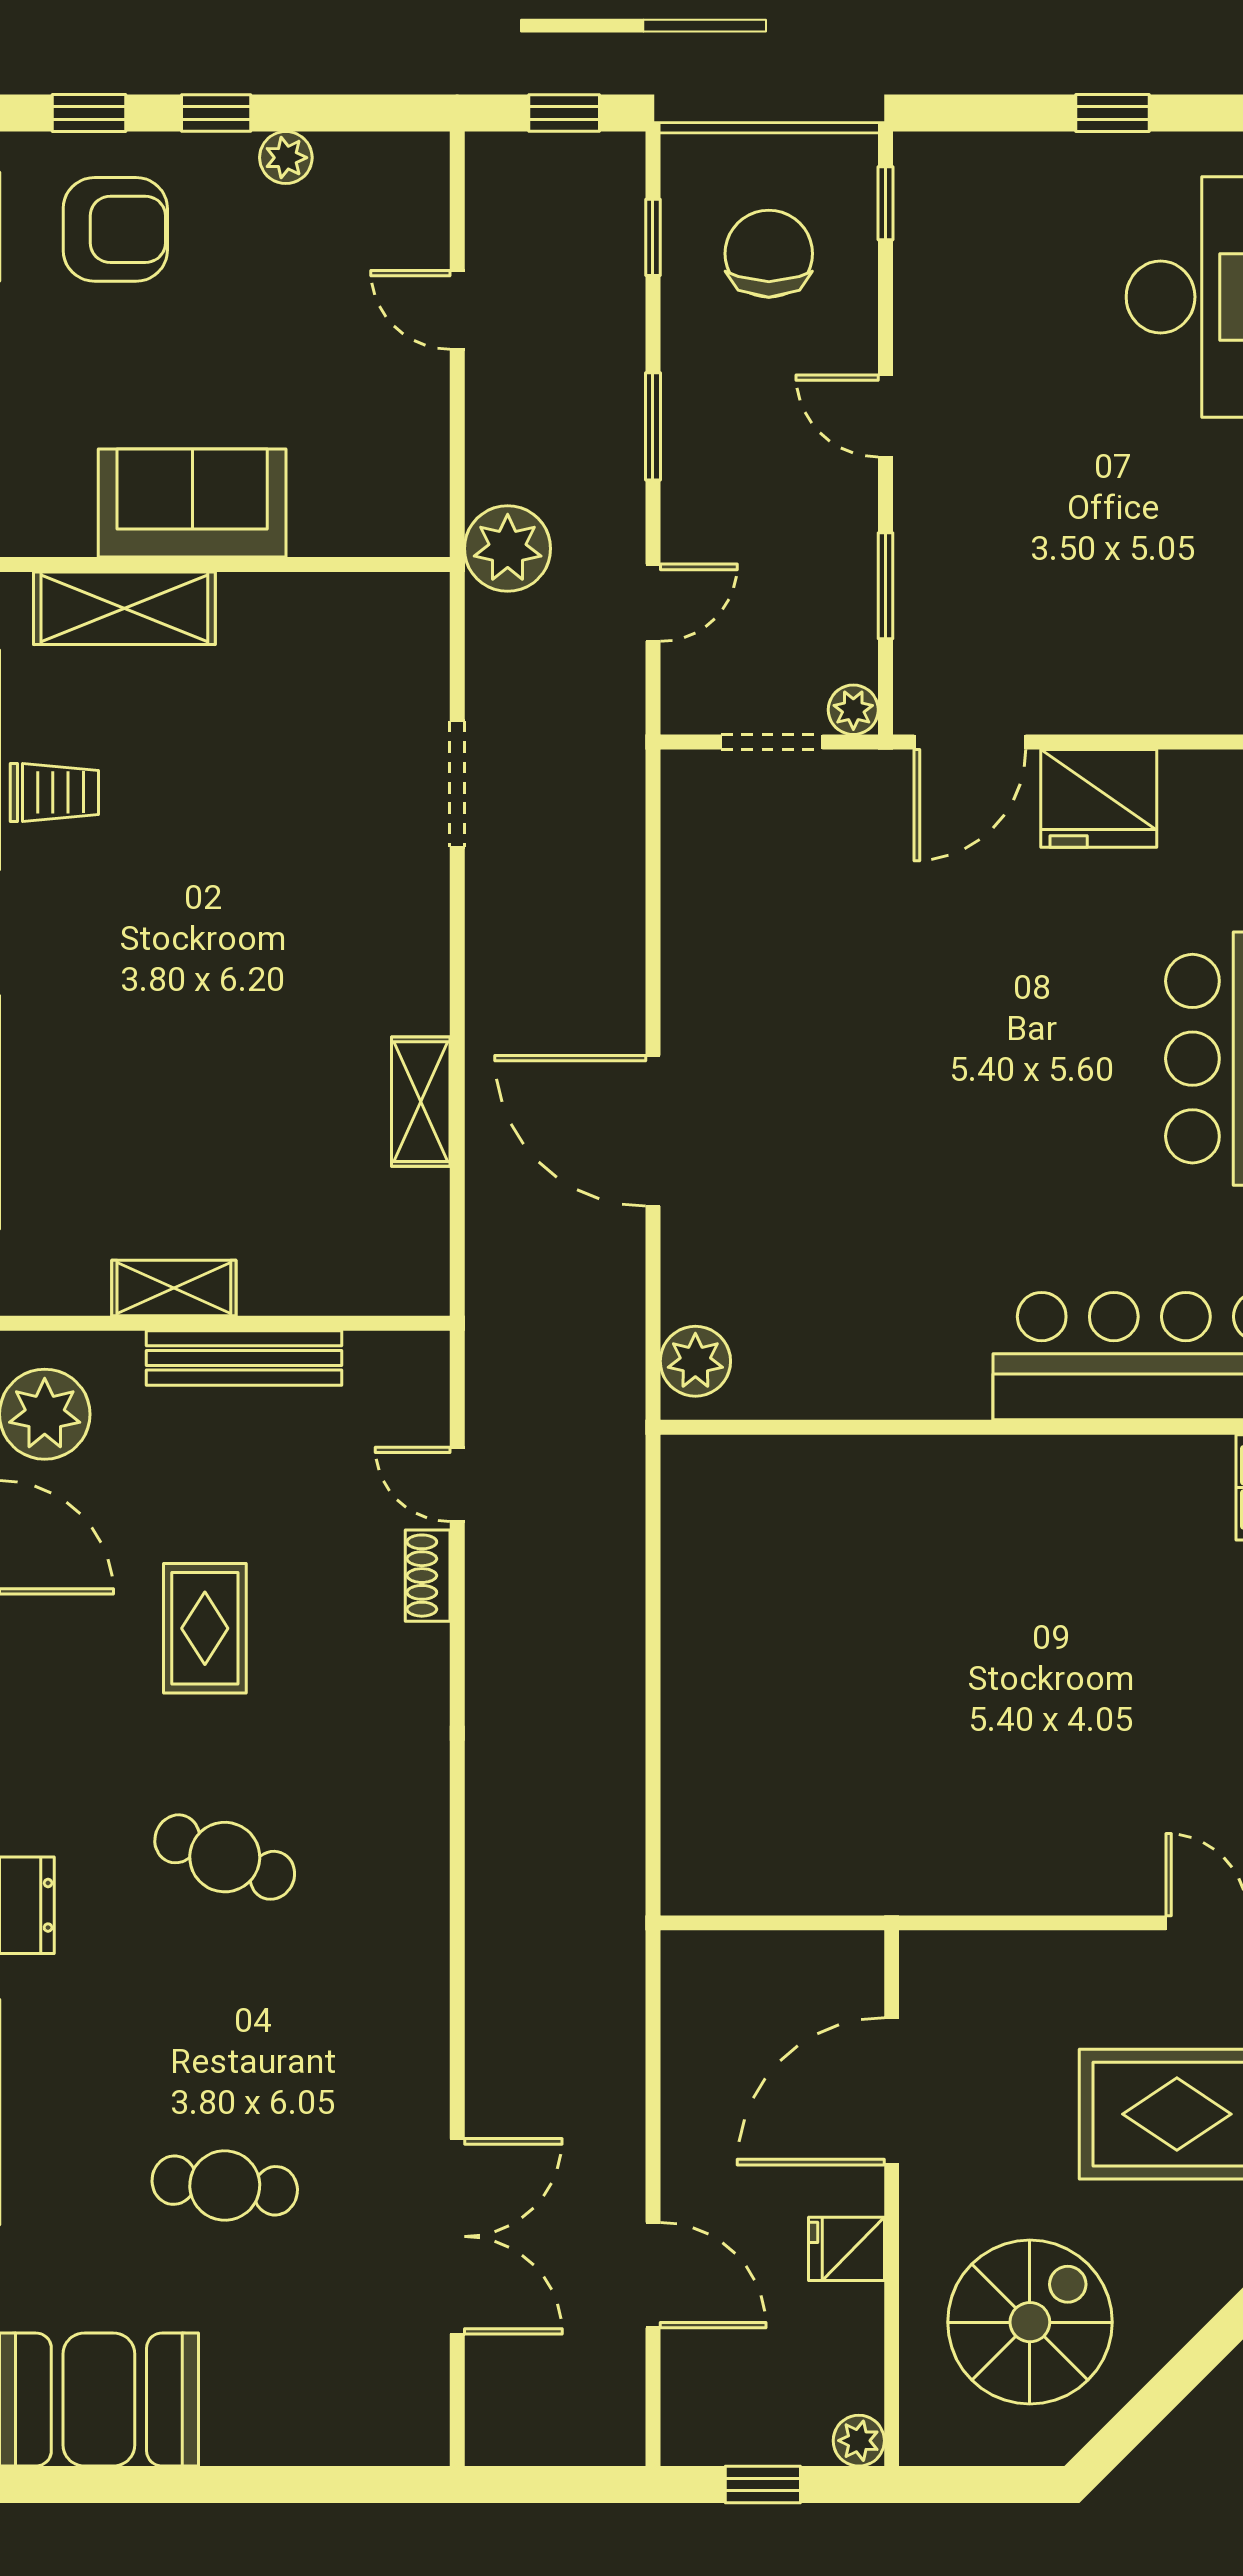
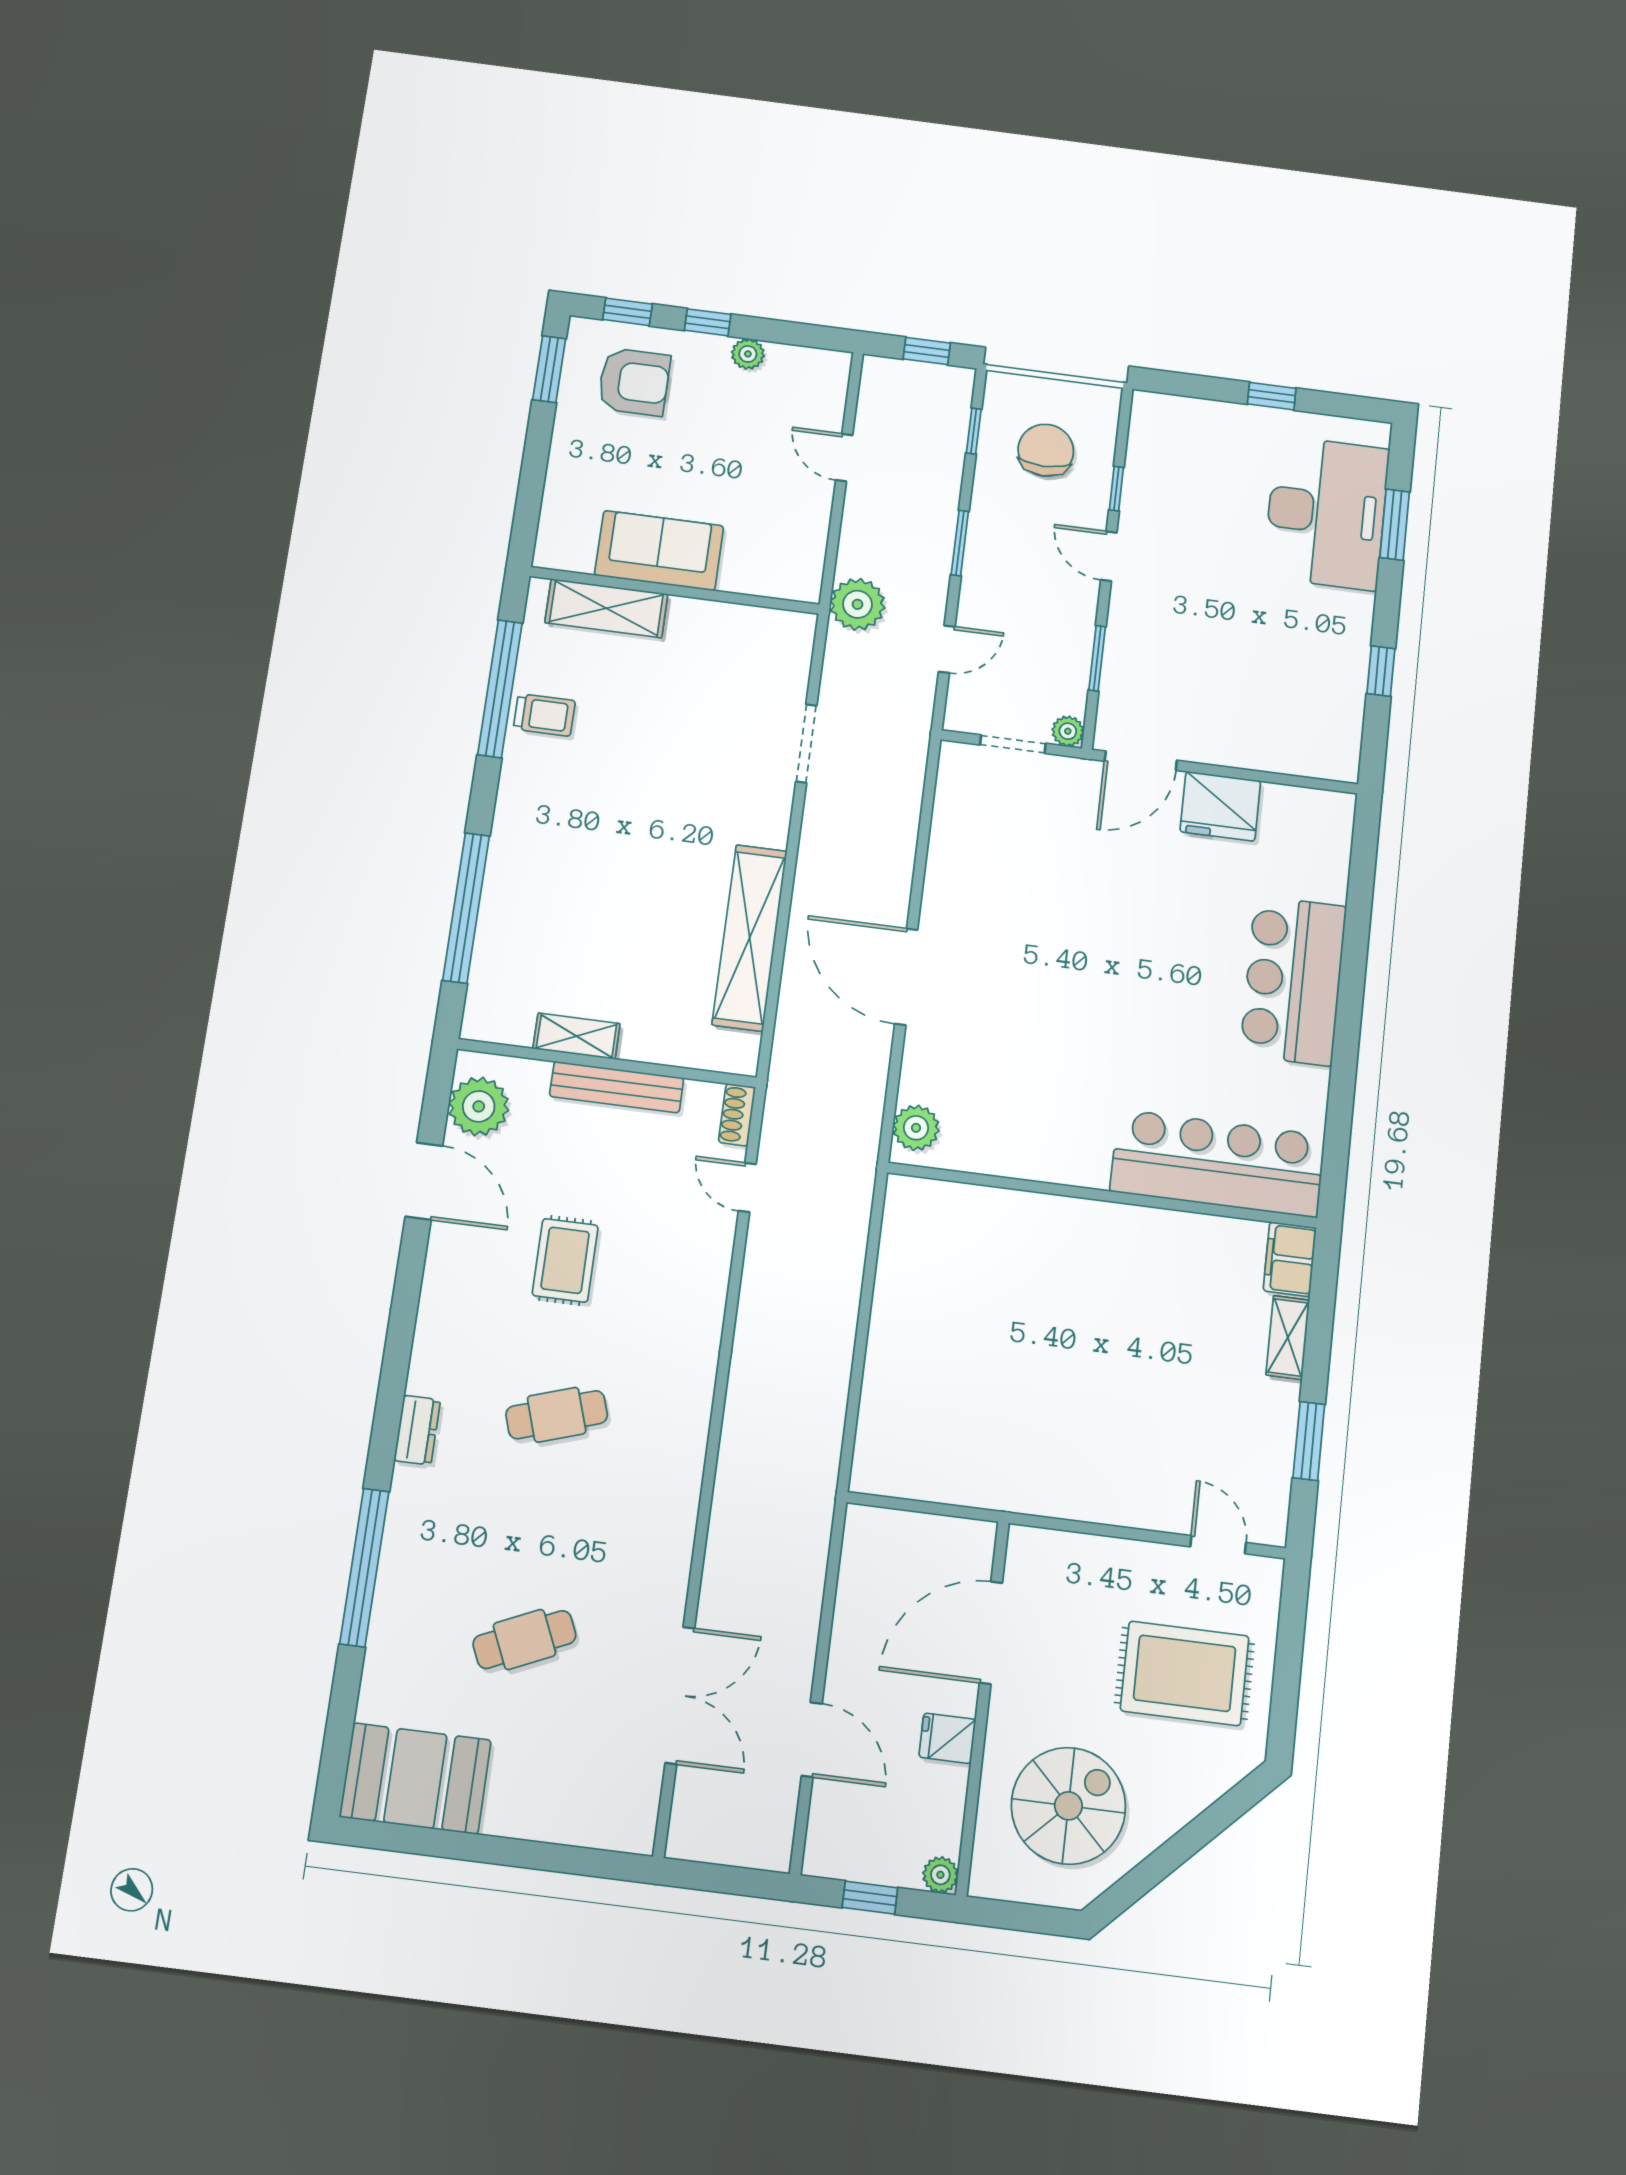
window: (885, 203) -> (1116, 489), moved
shelving: (421, 1102) -> (750, 938), width x2.20, depth x1.33
shoe rack: (428, 1576) -> (737, 1115), moved
cafe table: (225, 1857) -> (557, 1415), turned -39
cafe table: (225, 2185) -> (524, 1640), turned -30

